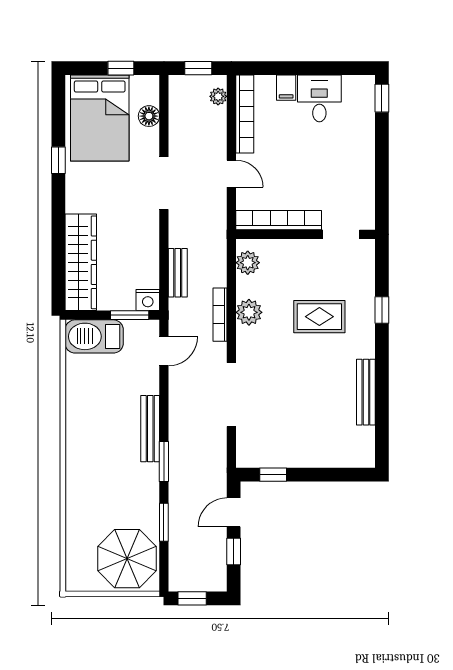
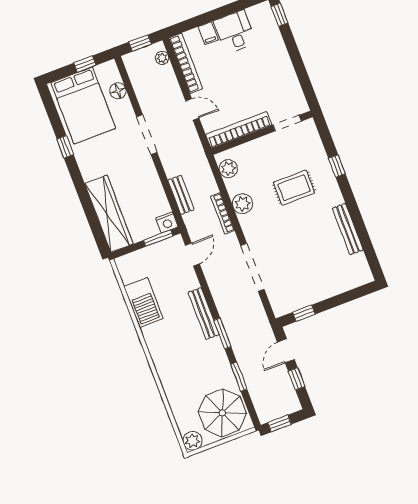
barbecue: (94, 336) -> (143, 302), moved, turned -90
plant: (78, 579) -> (193, 441), added

